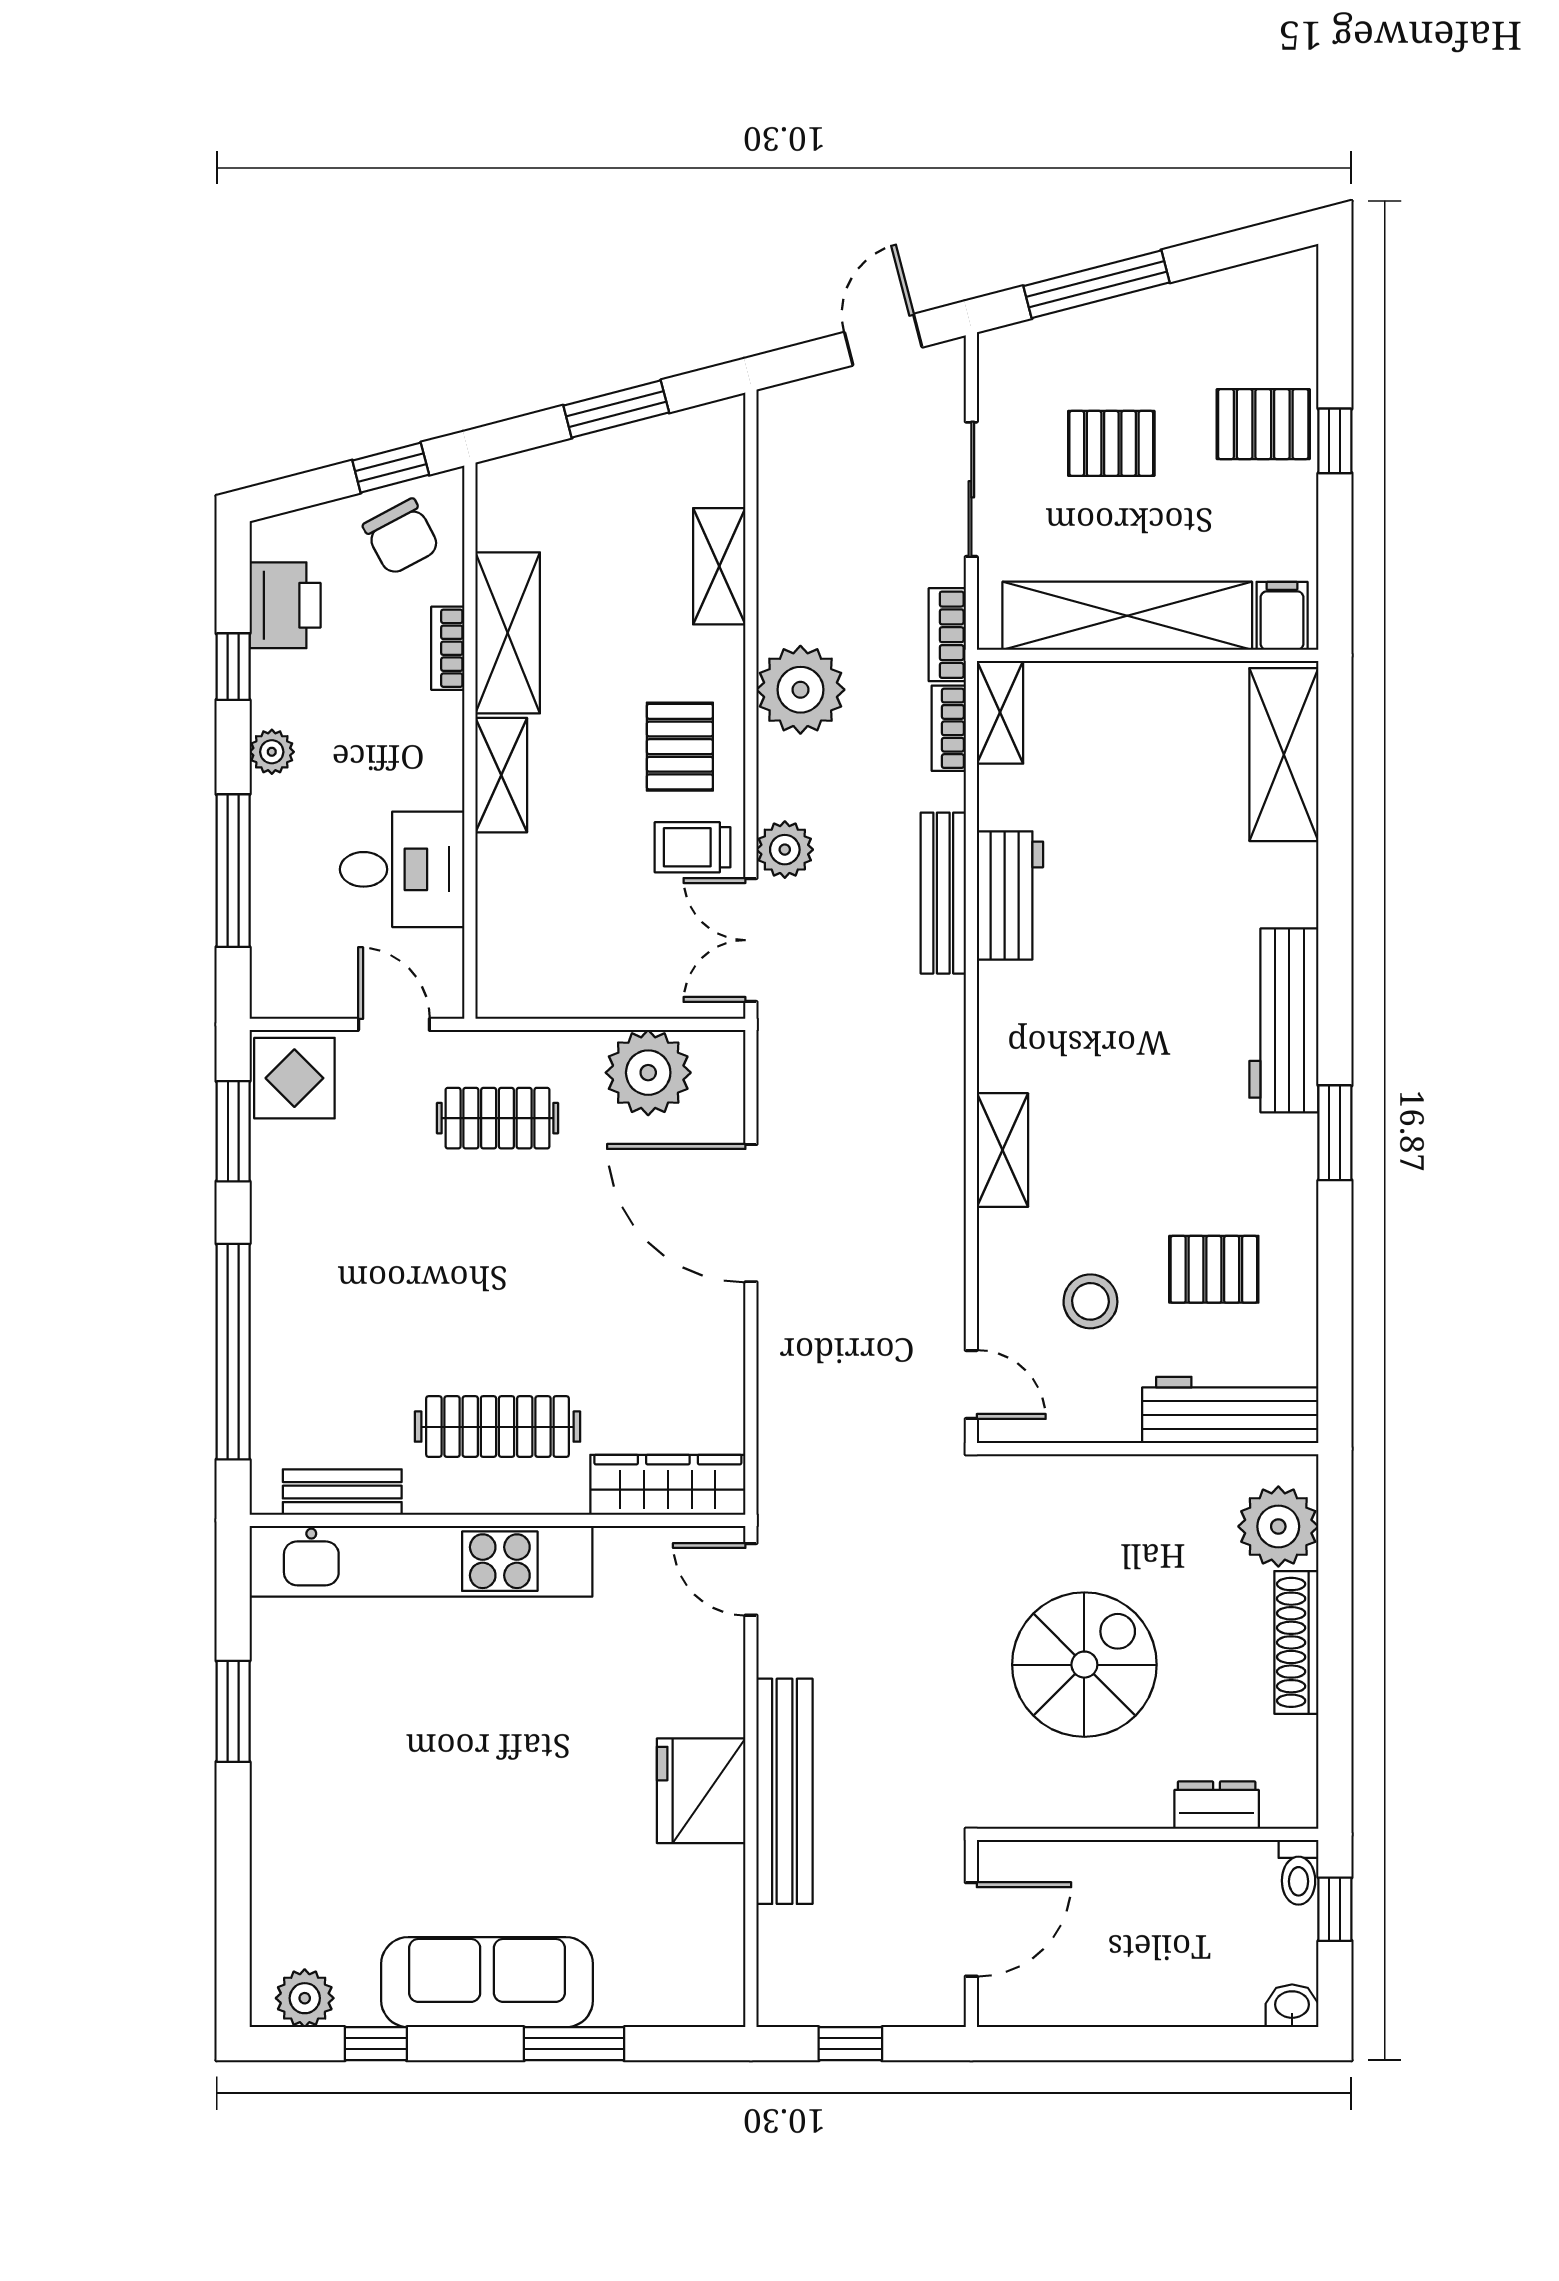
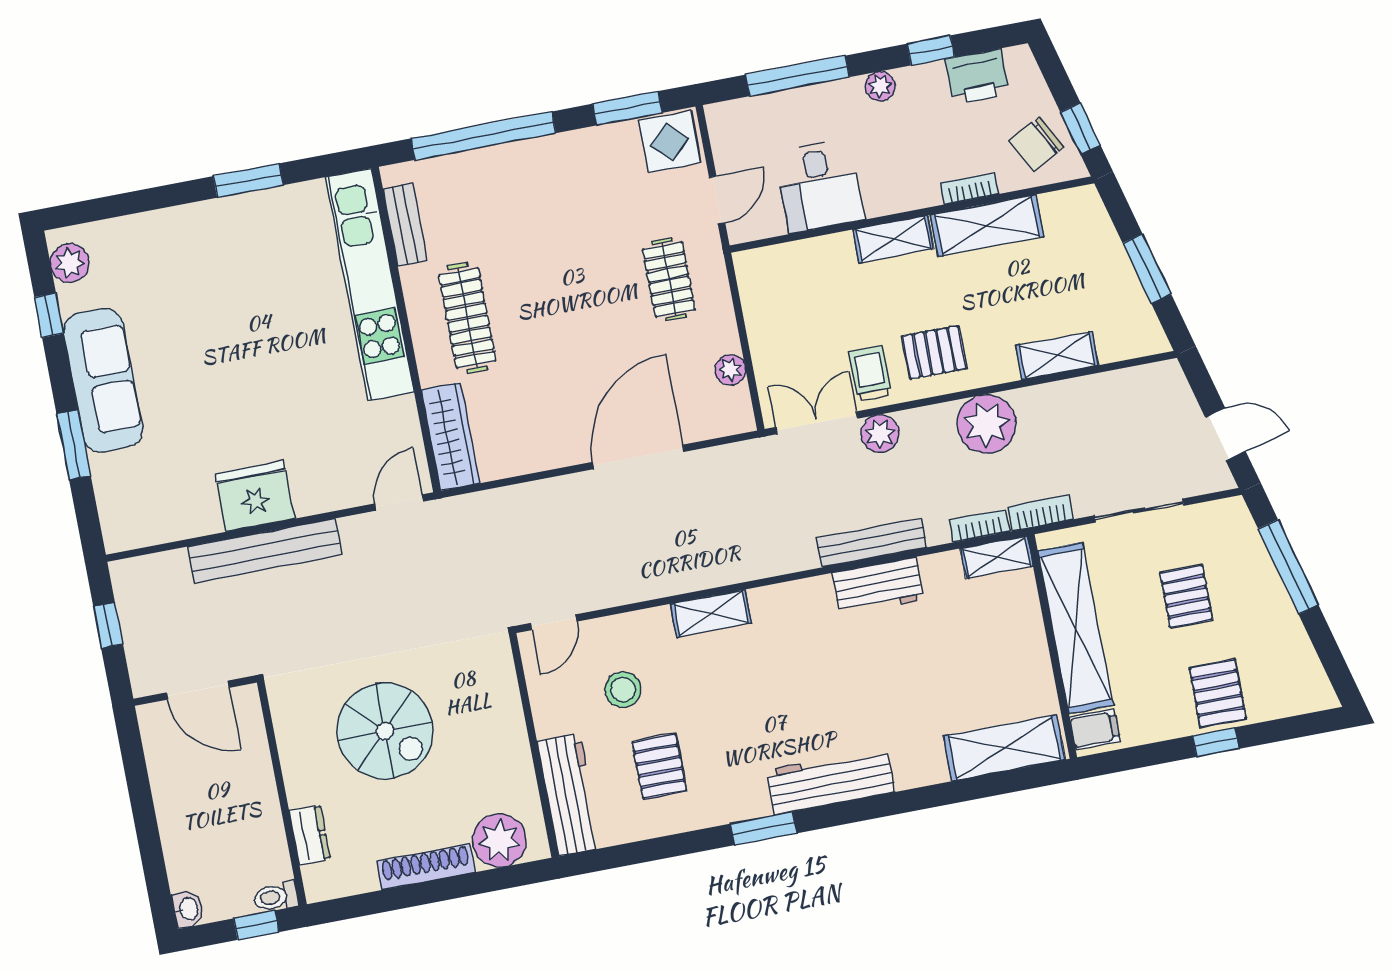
plant: (648, 1073) -> (730, 370), width x0.53, depth x0.53

